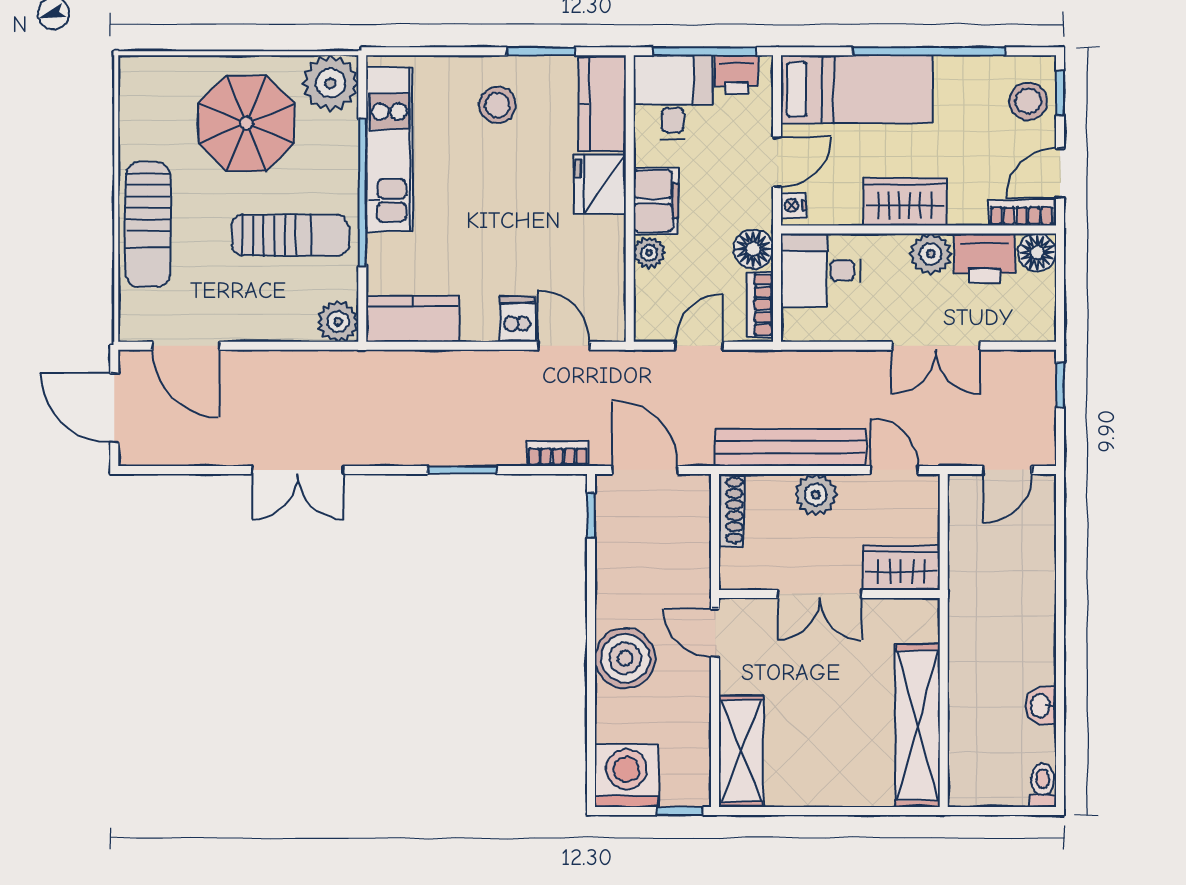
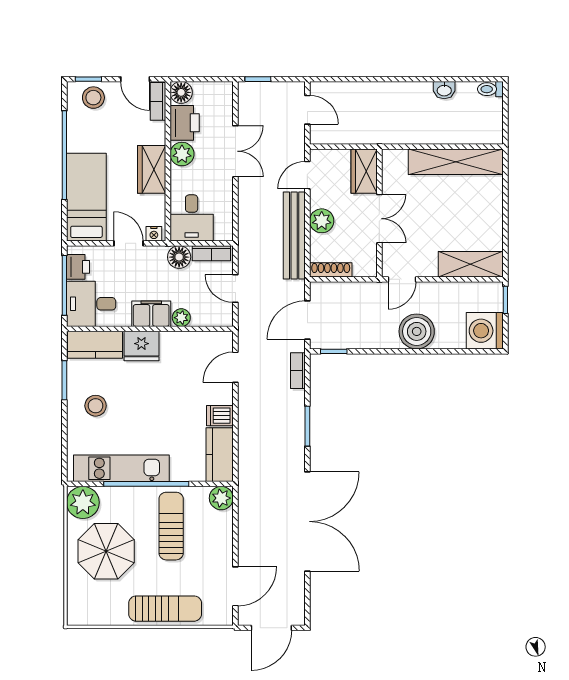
dishwasher: (517, 319) -> (220, 416), moved
double door: (298, 470) -> (307, 521), width x1.87

